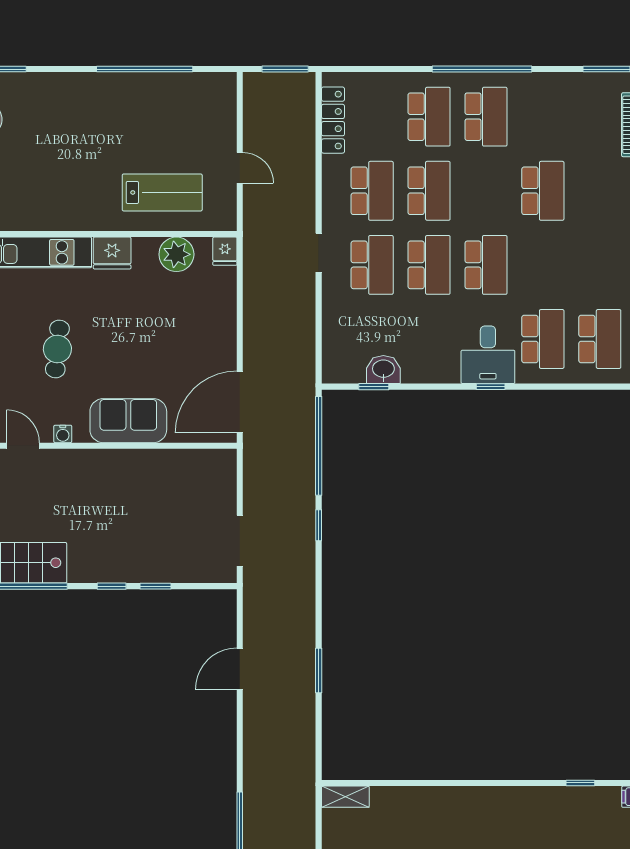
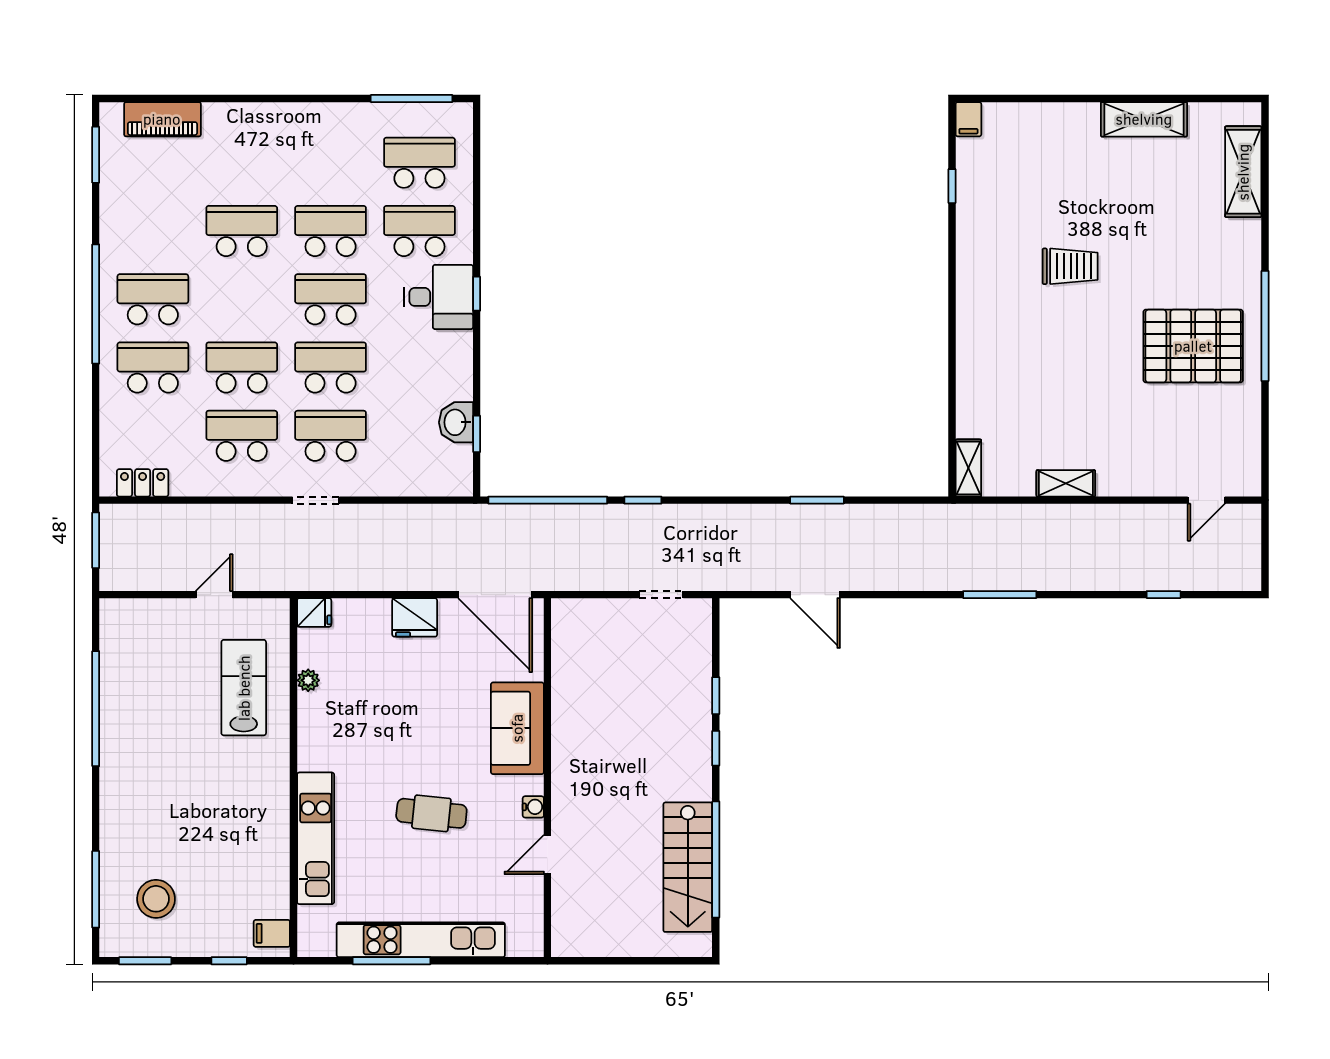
locker: (333, 120) -> (143, 483), width x0.66
fridge: (112, 253) -> (415, 617), moved, turned 90
plant: (176, 254) -> (308, 680), width x0.53, depth x0.53
school desk: (543, 265) -> (331, 231), added
doorway: (240, 541) -> (661, 595), width x0.73

